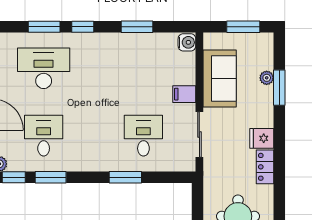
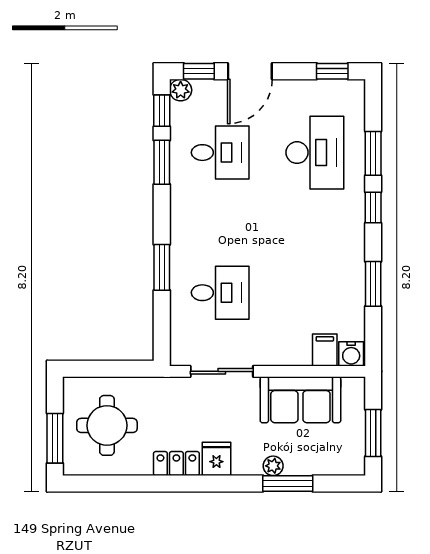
plant: (267, 78) -> (273, 466), moved
filing cabinet: (184, 94) -> (325, 350), moved

